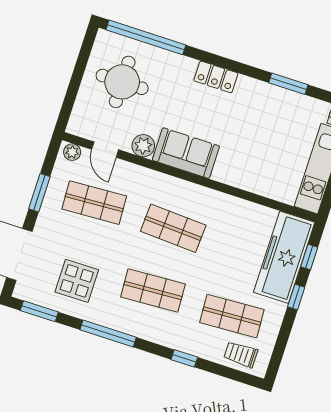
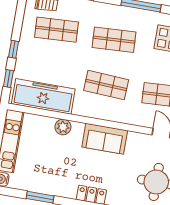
plant: (143, 146) -> (63, 127), moved
freezer: (284, 257) -> (43, 96), moved, turned -90

